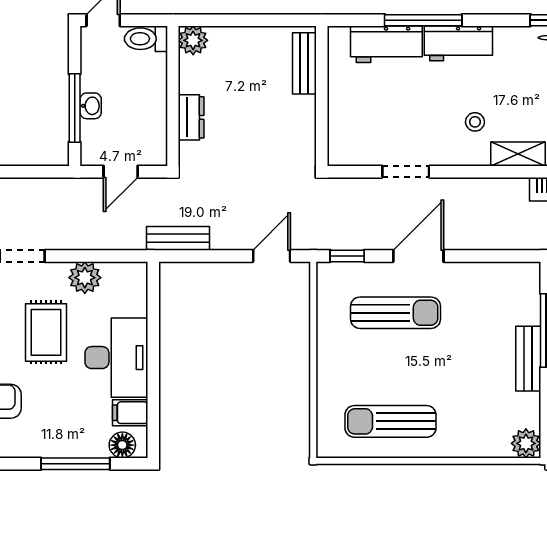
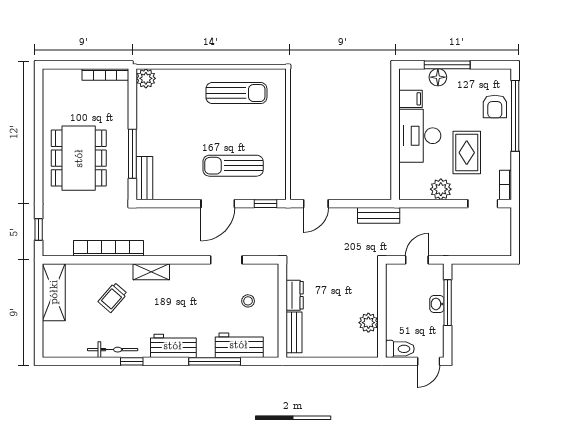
plant: (193, 40) -> (368, 323), moved
workbench: (458, 43) -> (173, 346), moved
dresser: (191, 117) -> (295, 295), moved, turned 180
stool: (475, 122) -> (248, 301), moved
bench: (528, 359) -> (144, 178), moved
floor lamp: (122, 445) -> (438, 77), moved

